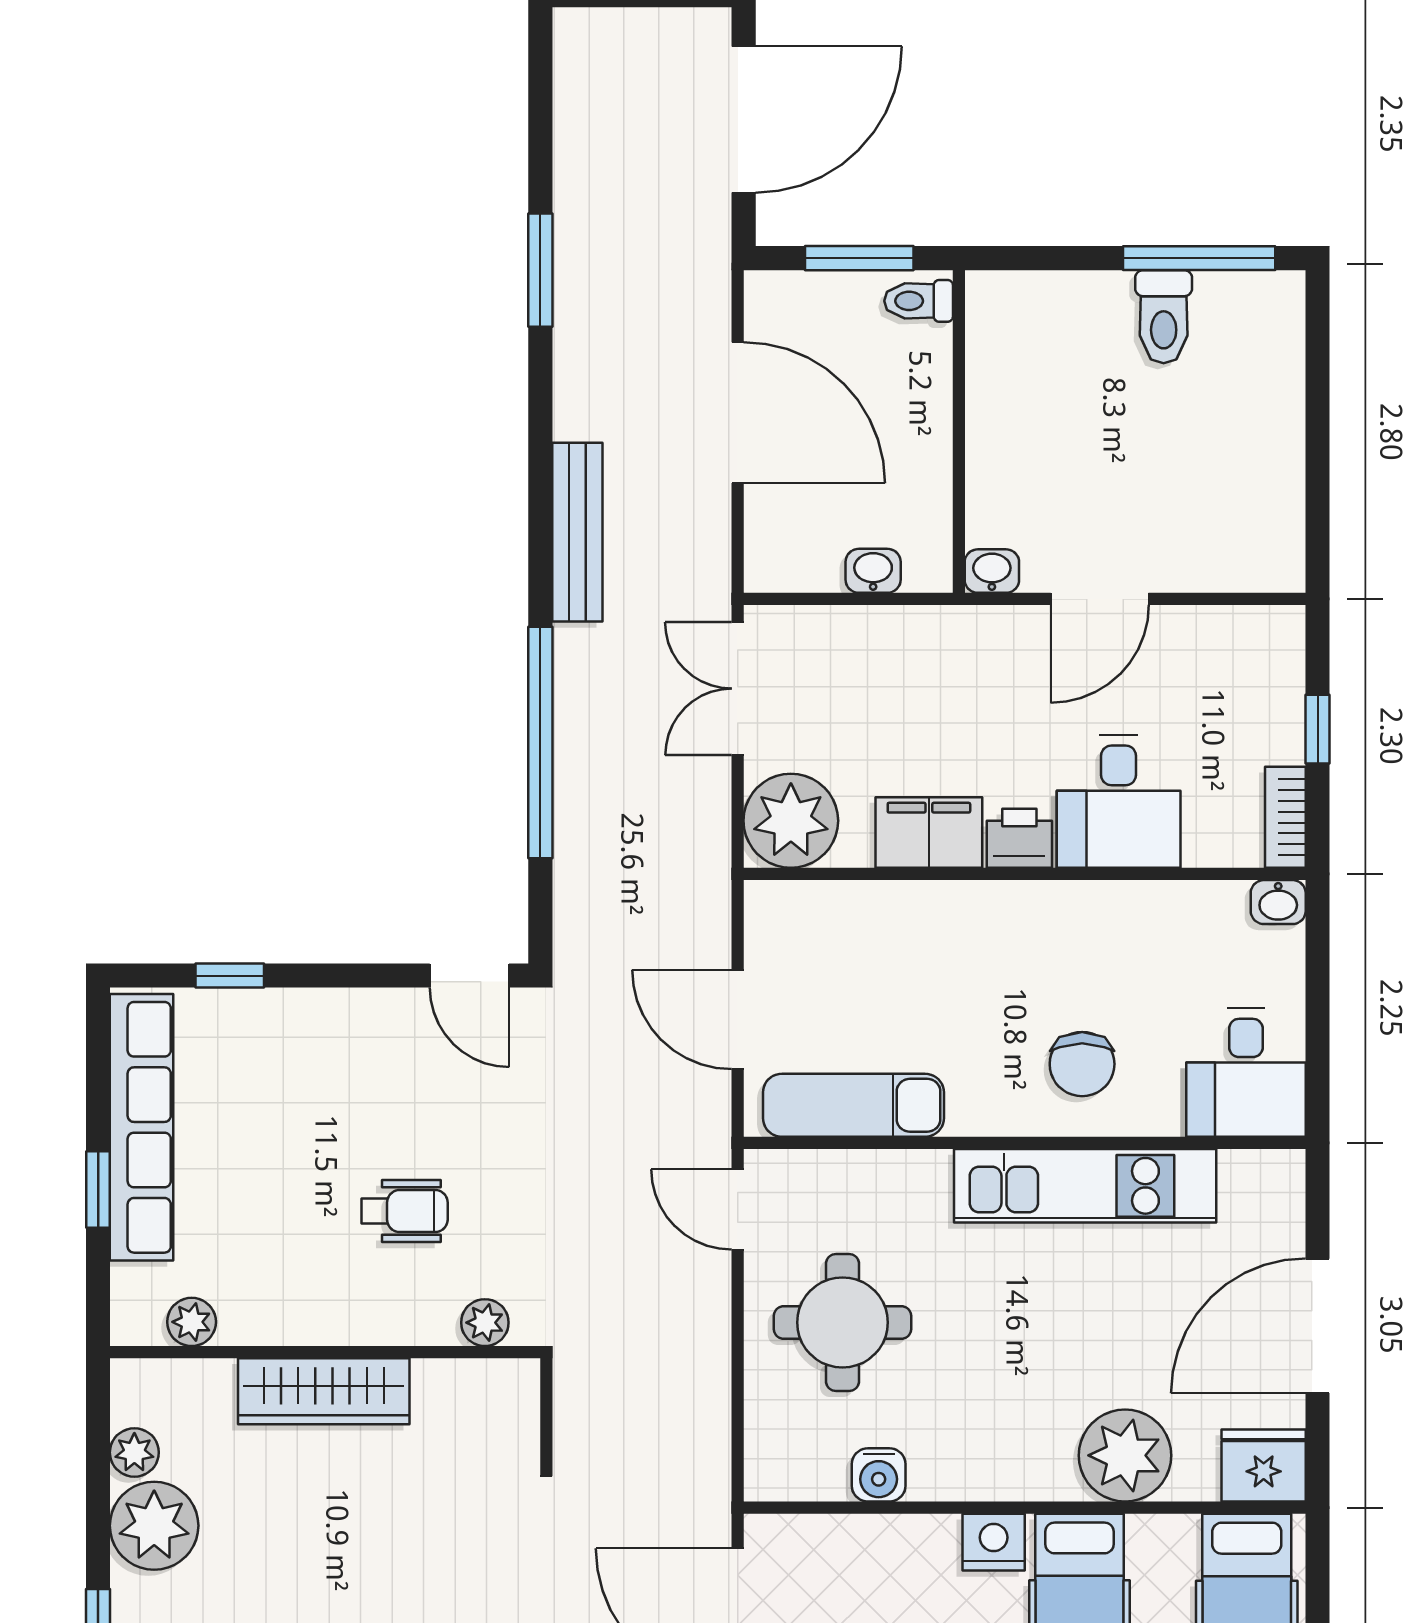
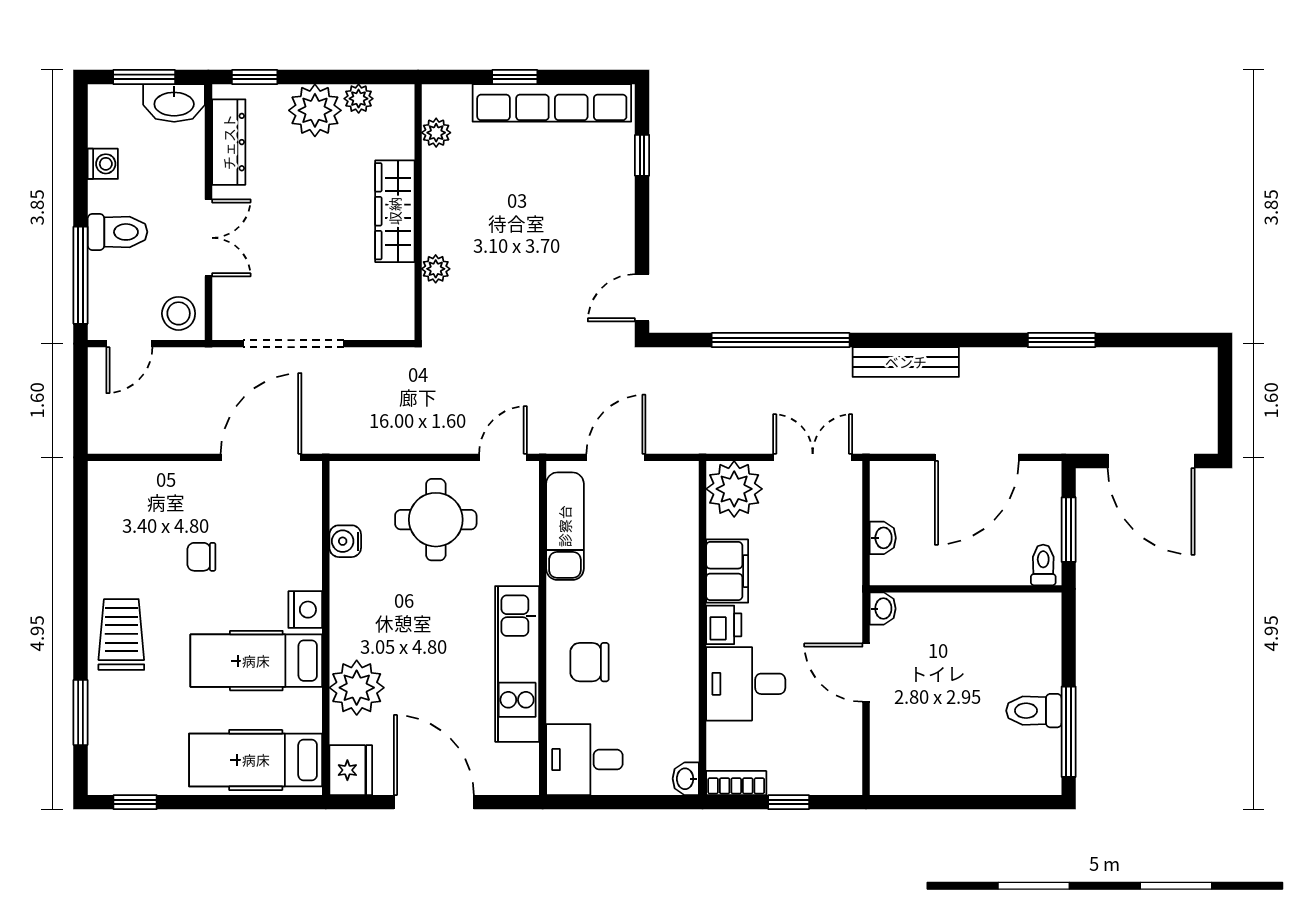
wheelchair: (404, 1211) -> (502, 259), removed
plant: (485, 1323) -> (436, 269), moved

